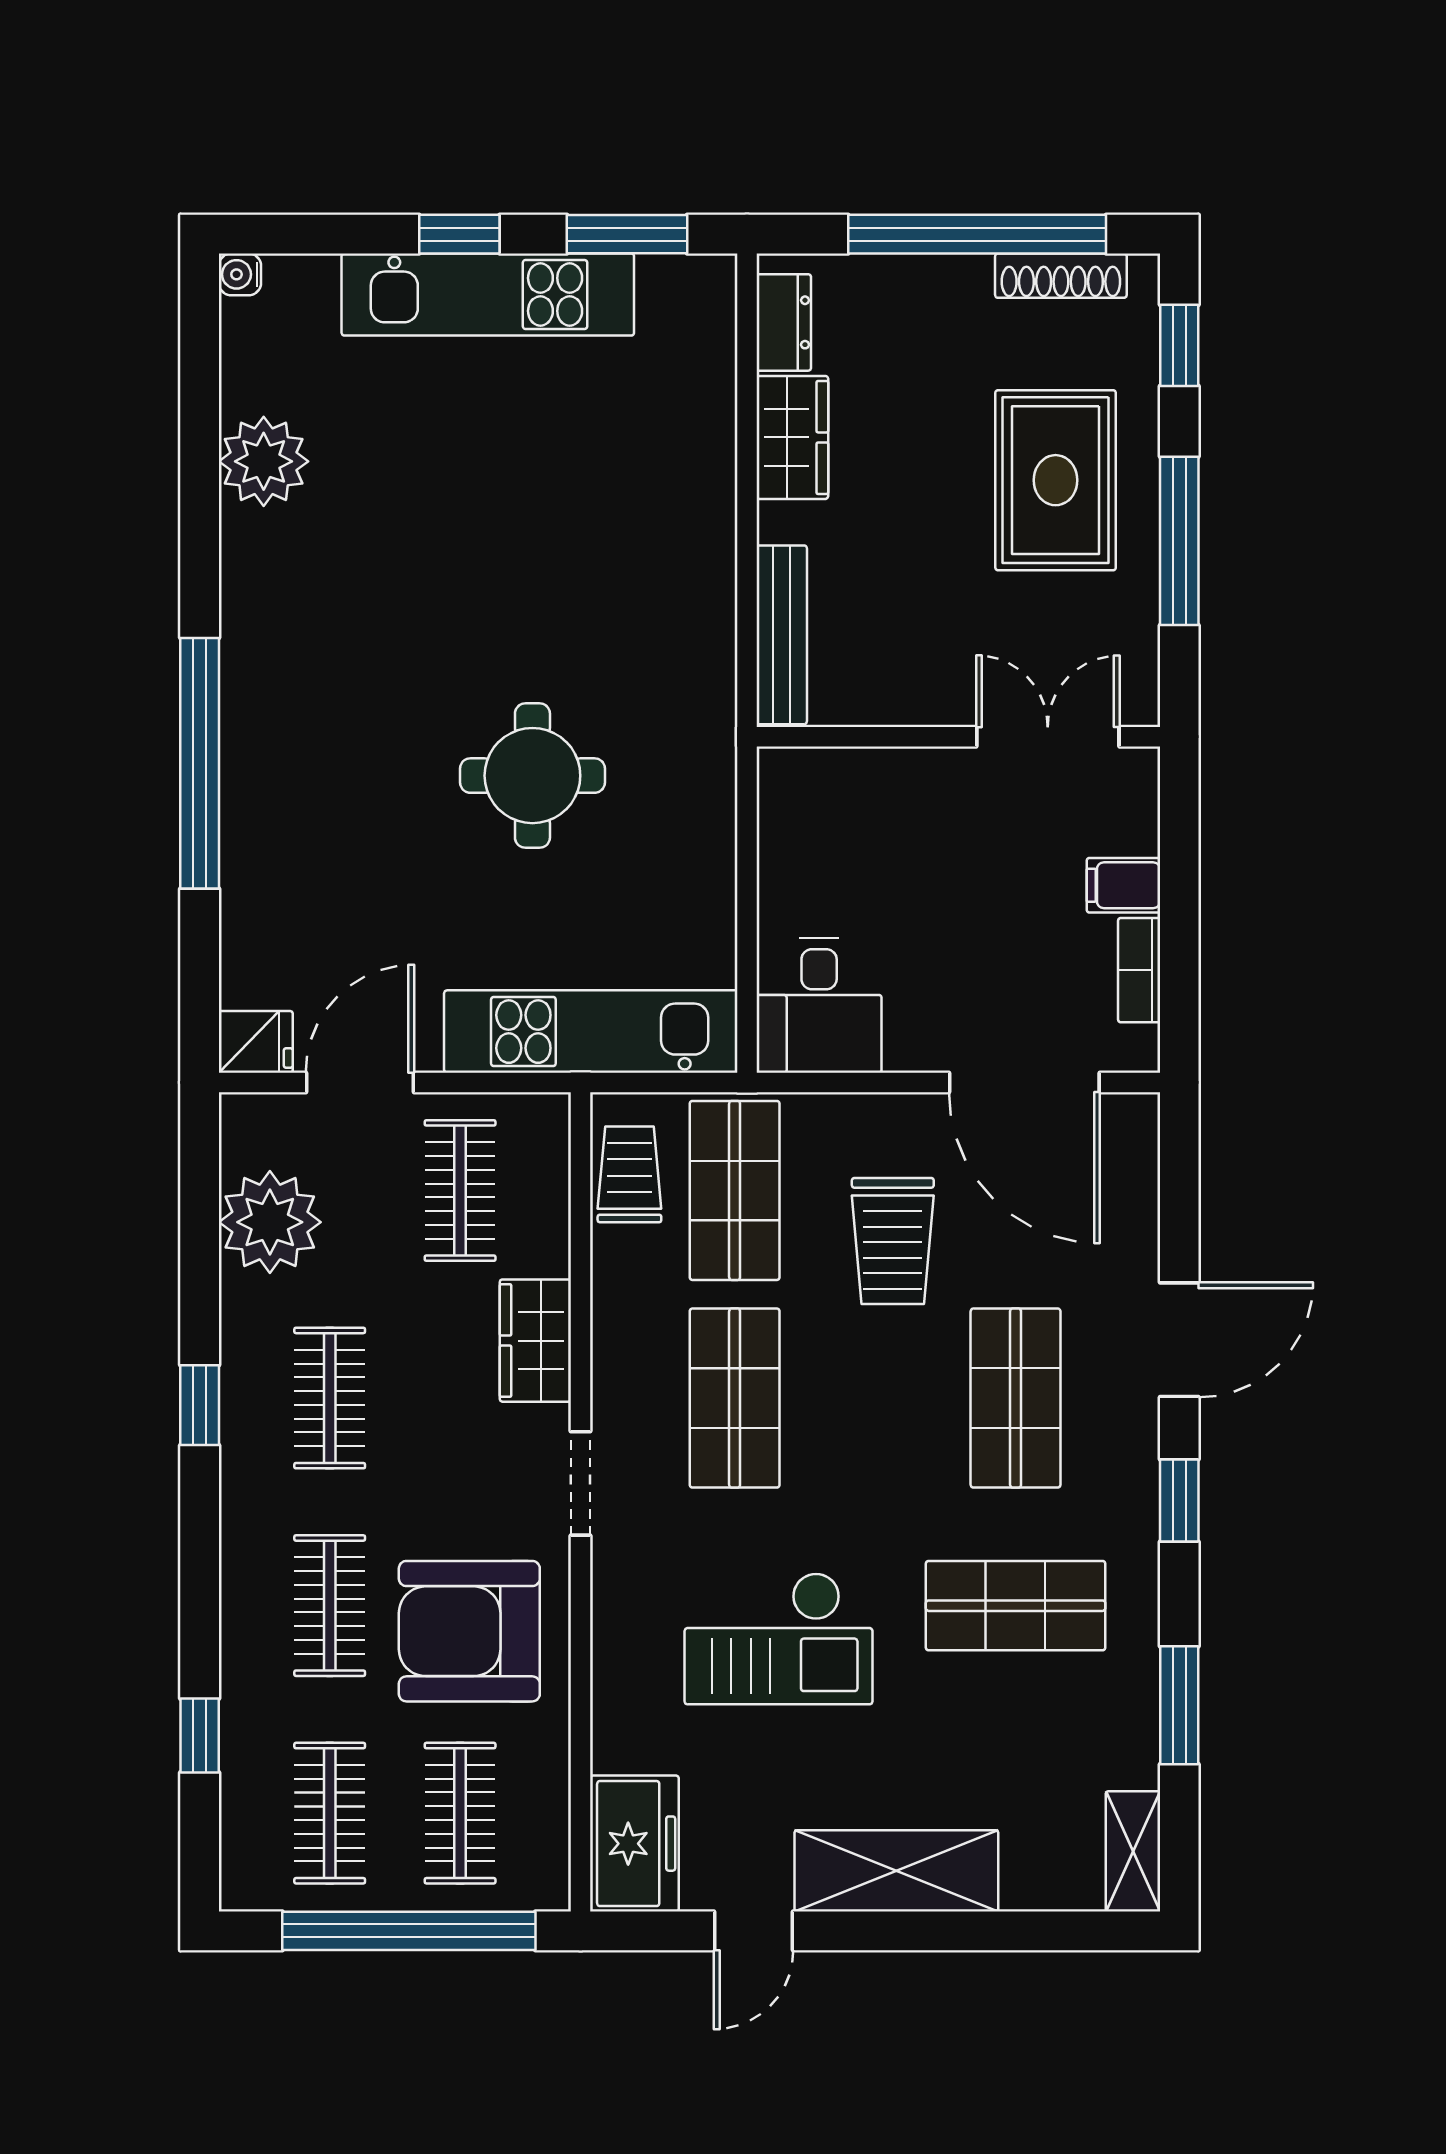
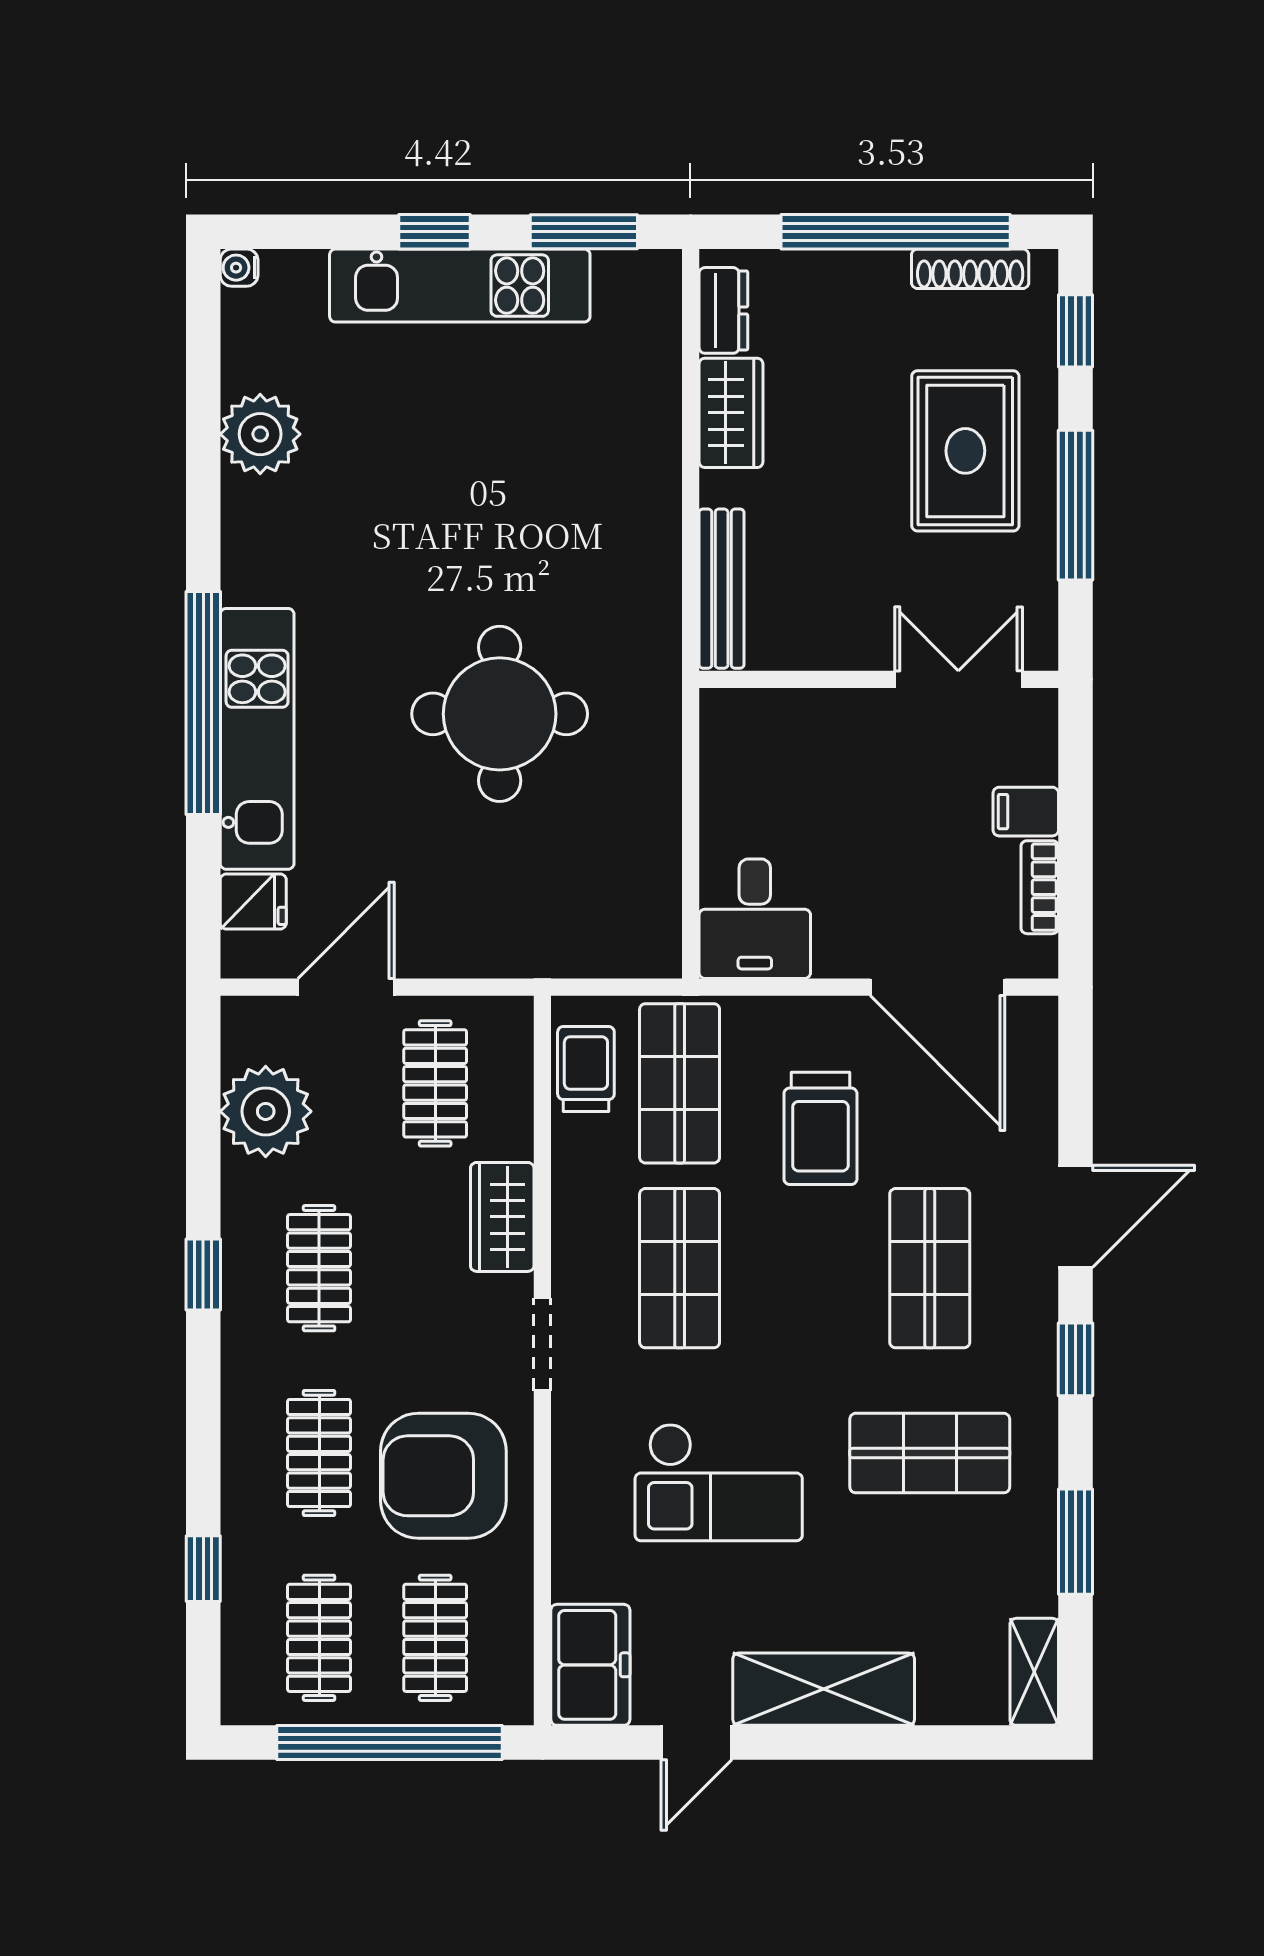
round table: (532, 776) -> (500, 714), width x1.36, depth x1.36
kitchen unit: (591, 1032) -> (257, 739), moved, turned 90
fridge: (256, 1042) -> (253, 902), moved

